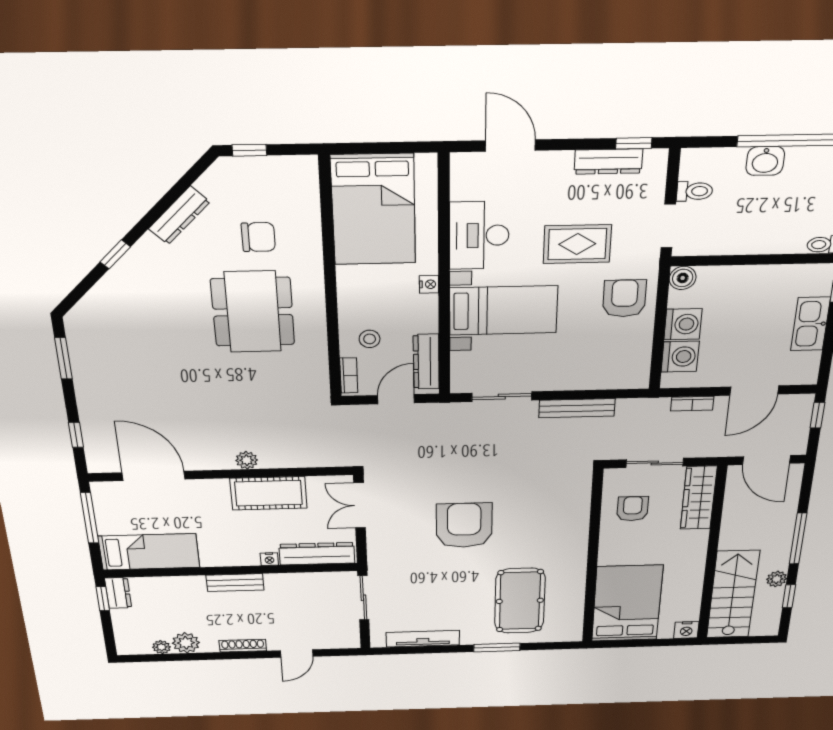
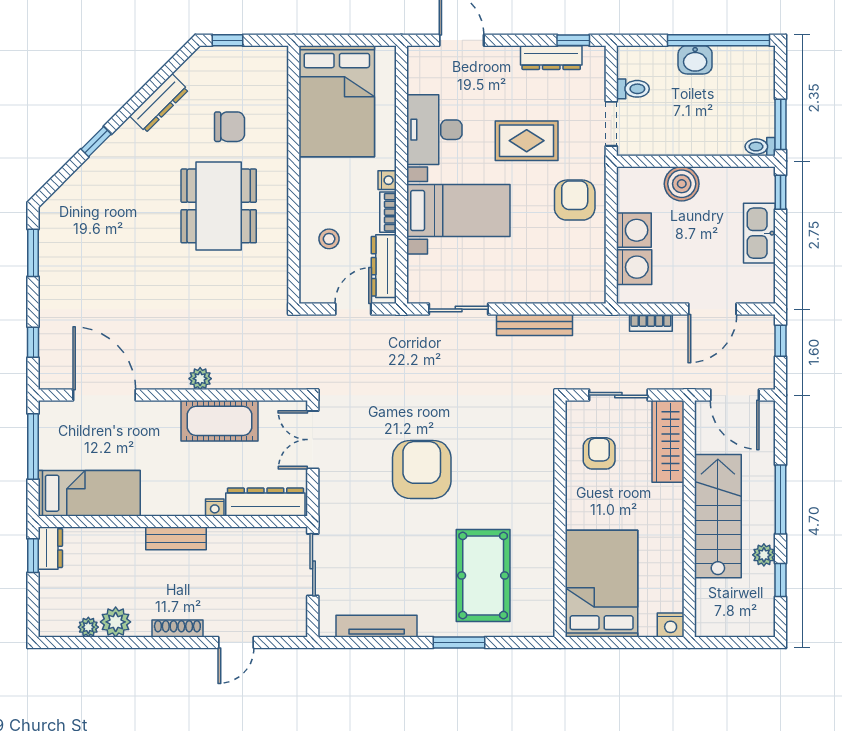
boiler: (683, 278) -> (682, 184), moved, width x1.36, depth x1.36
bookcase: (349, 375) -> (388, 212), moved, turned 180
stairs: (733, 595) -> (718, 516), moved

